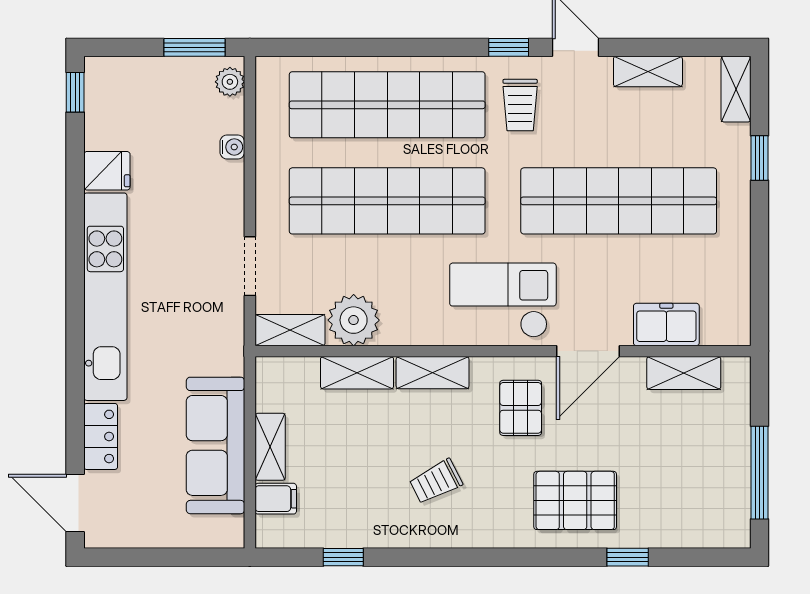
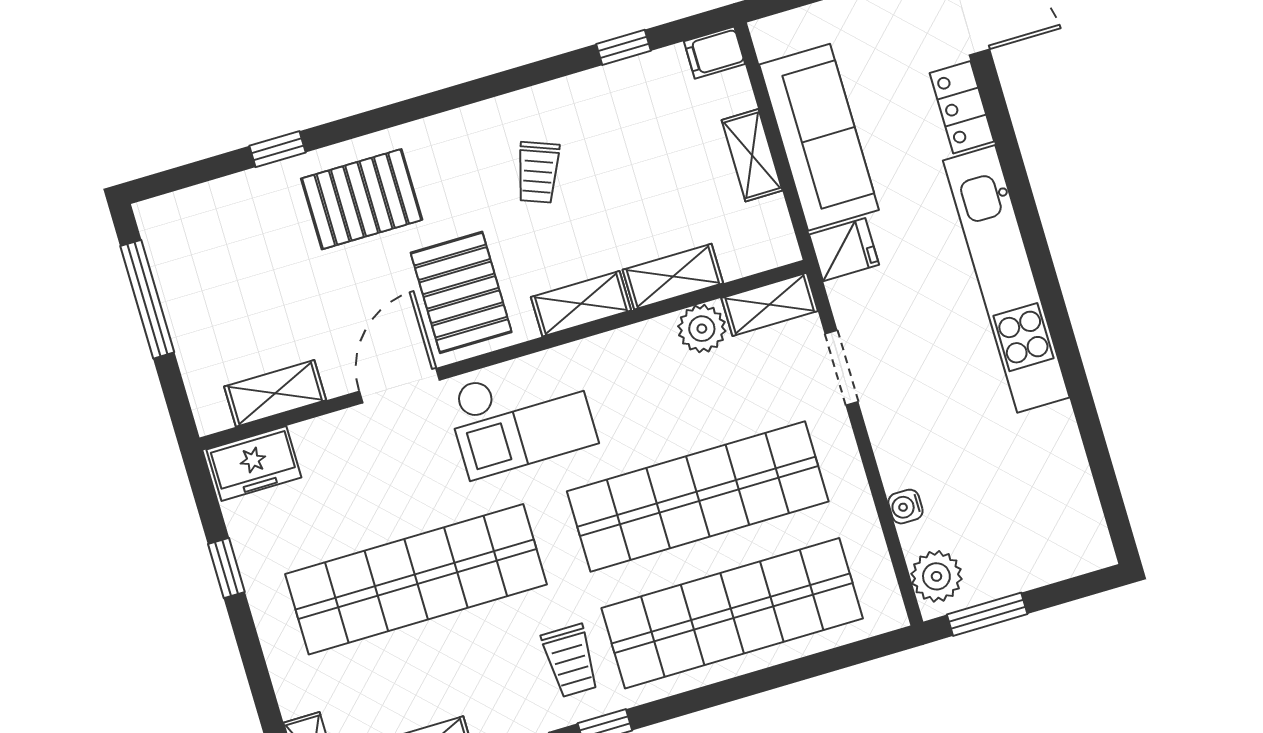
plant: (230, 82) -> (936, 576), width x1.38, depth x1.38
window: (75, 92) -> (1116, 517), removed
trolley: (520, 105) -> (570, 661), turned 180
window: (760, 158) -> (226, 568), moved
fridge: (107, 171) -> (844, 250), moved, turned 180
plant: (354, 320) -> (702, 329), width x0.73, depth x0.73
freezer: (666, 325) -> (254, 464), moved
pallet: (521, 408) -> (461, 292), width x1.50, depth x1.42
trolley: (436, 482) -> (538, 172), turned 138
filing cabinet: (276, 499) -> (715, 53), moved

